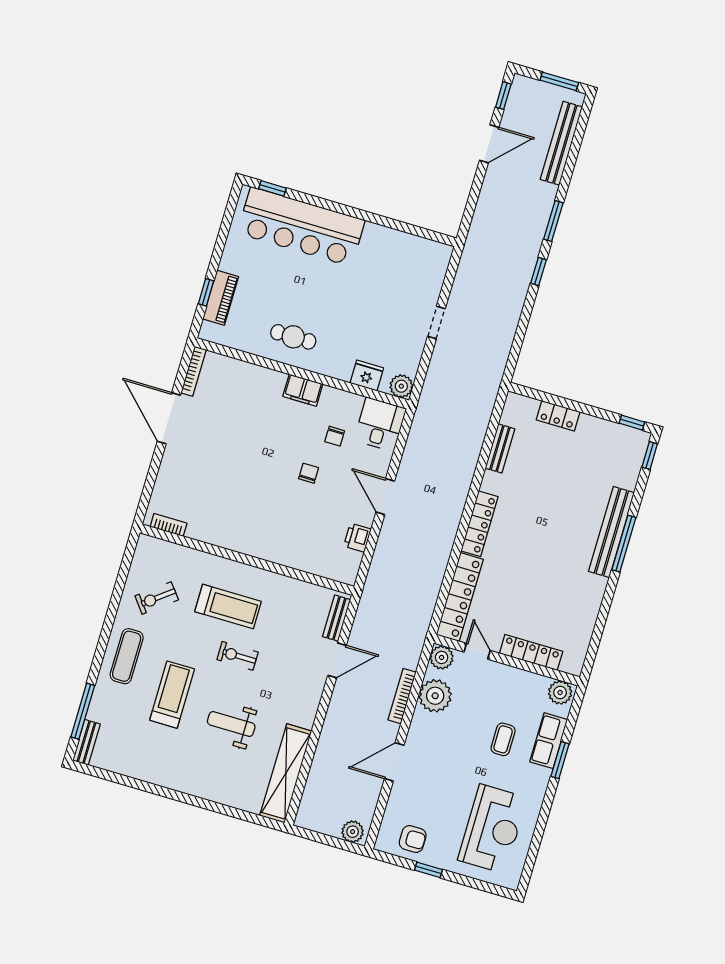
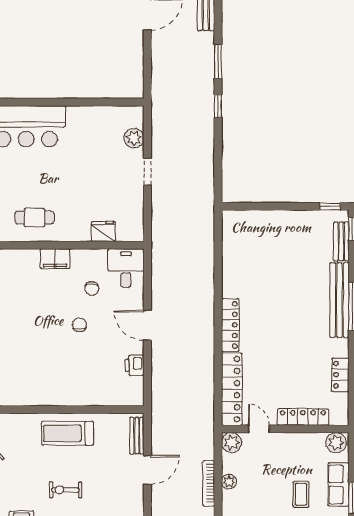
plant: (401, 386) -> (134, 138), moved
locker: (558, 416) -> (340, 375), moved, turned 90
bench: (500, 448) -> (341, 241), moved
treadmill: (228, 606) -> (67, 433), moved, turned 180
plant: (435, 696) -> (229, 482), width x0.53, depth x0.53

